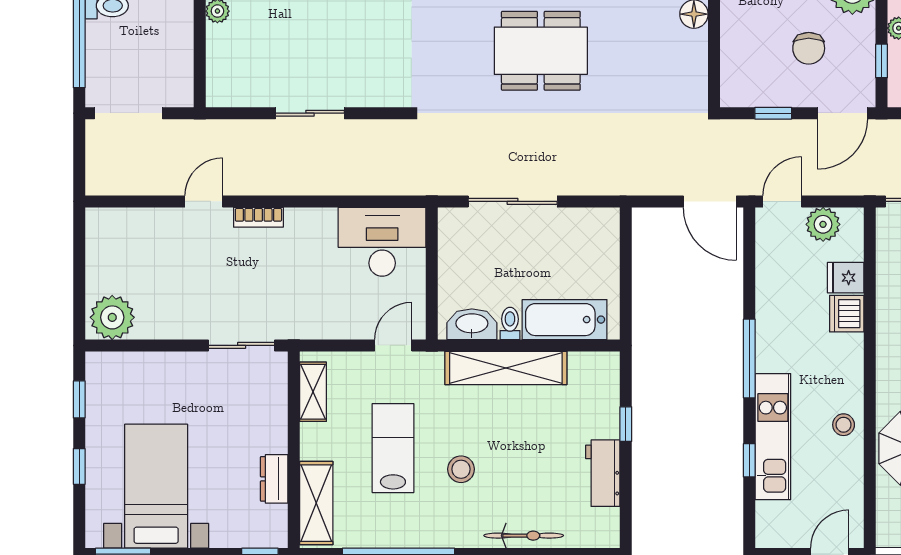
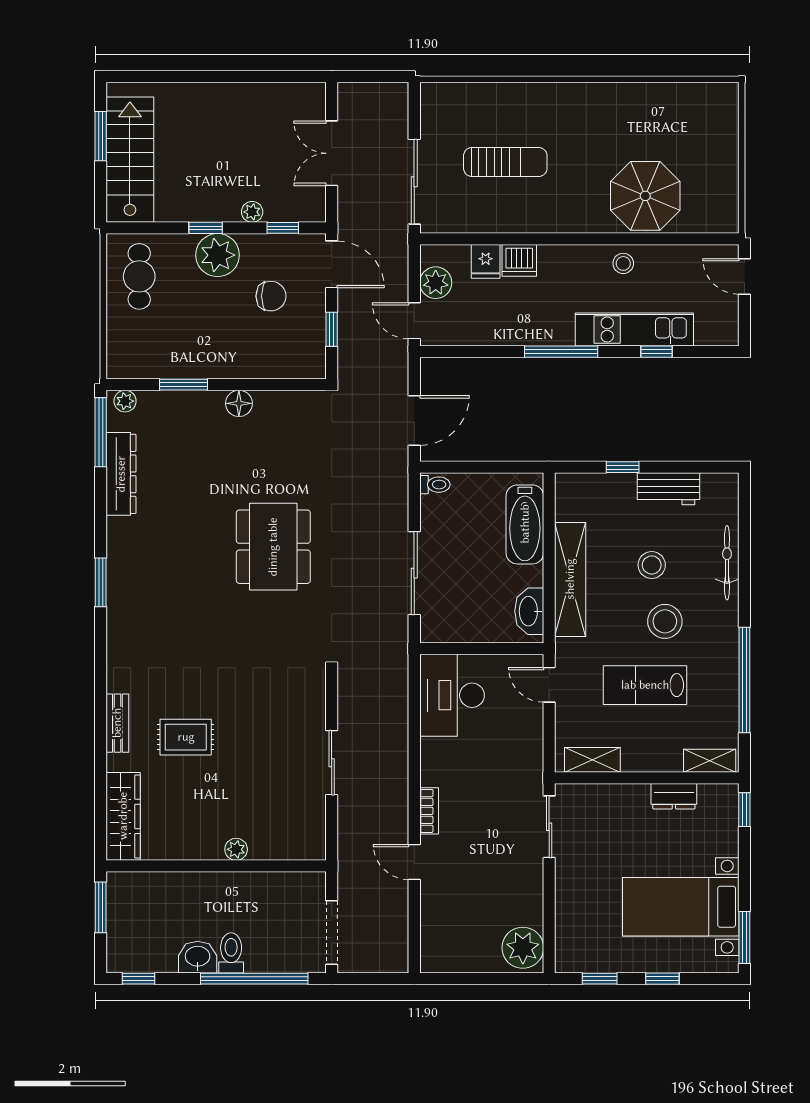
door: (710, 201) -> (414, 420), moved
toilet: (510, 323) -> (435, 485), moved, turned 180
stool: (521, 455) -> (652, 565), added
stool: (461, 469) -> (665, 621), width x1.38, depth x1.38
shelving: (316, 503) -> (710, 761), width x0.67, depth x0.75

